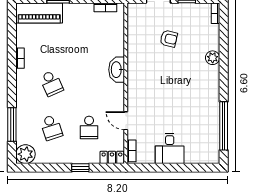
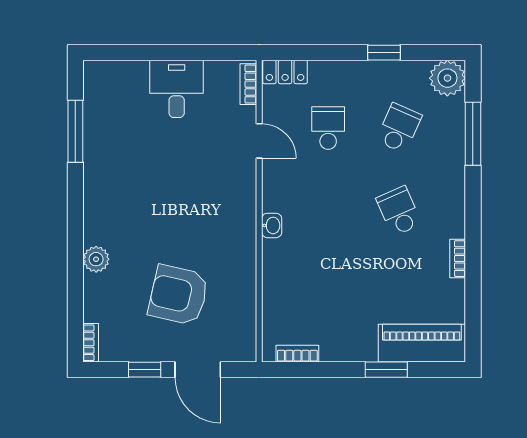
armchair: (169, 39) -> (178, 295), width x1.88, depth x1.88
washbasin: (117, 70) -> (272, 225), width x0.52, depth x0.69
window: (224, 126) -> (75, 131), width x0.68
school desk: (51, 128) -> (399, 128), turned 42
window: (80, 168) -> (384, 53), moved

